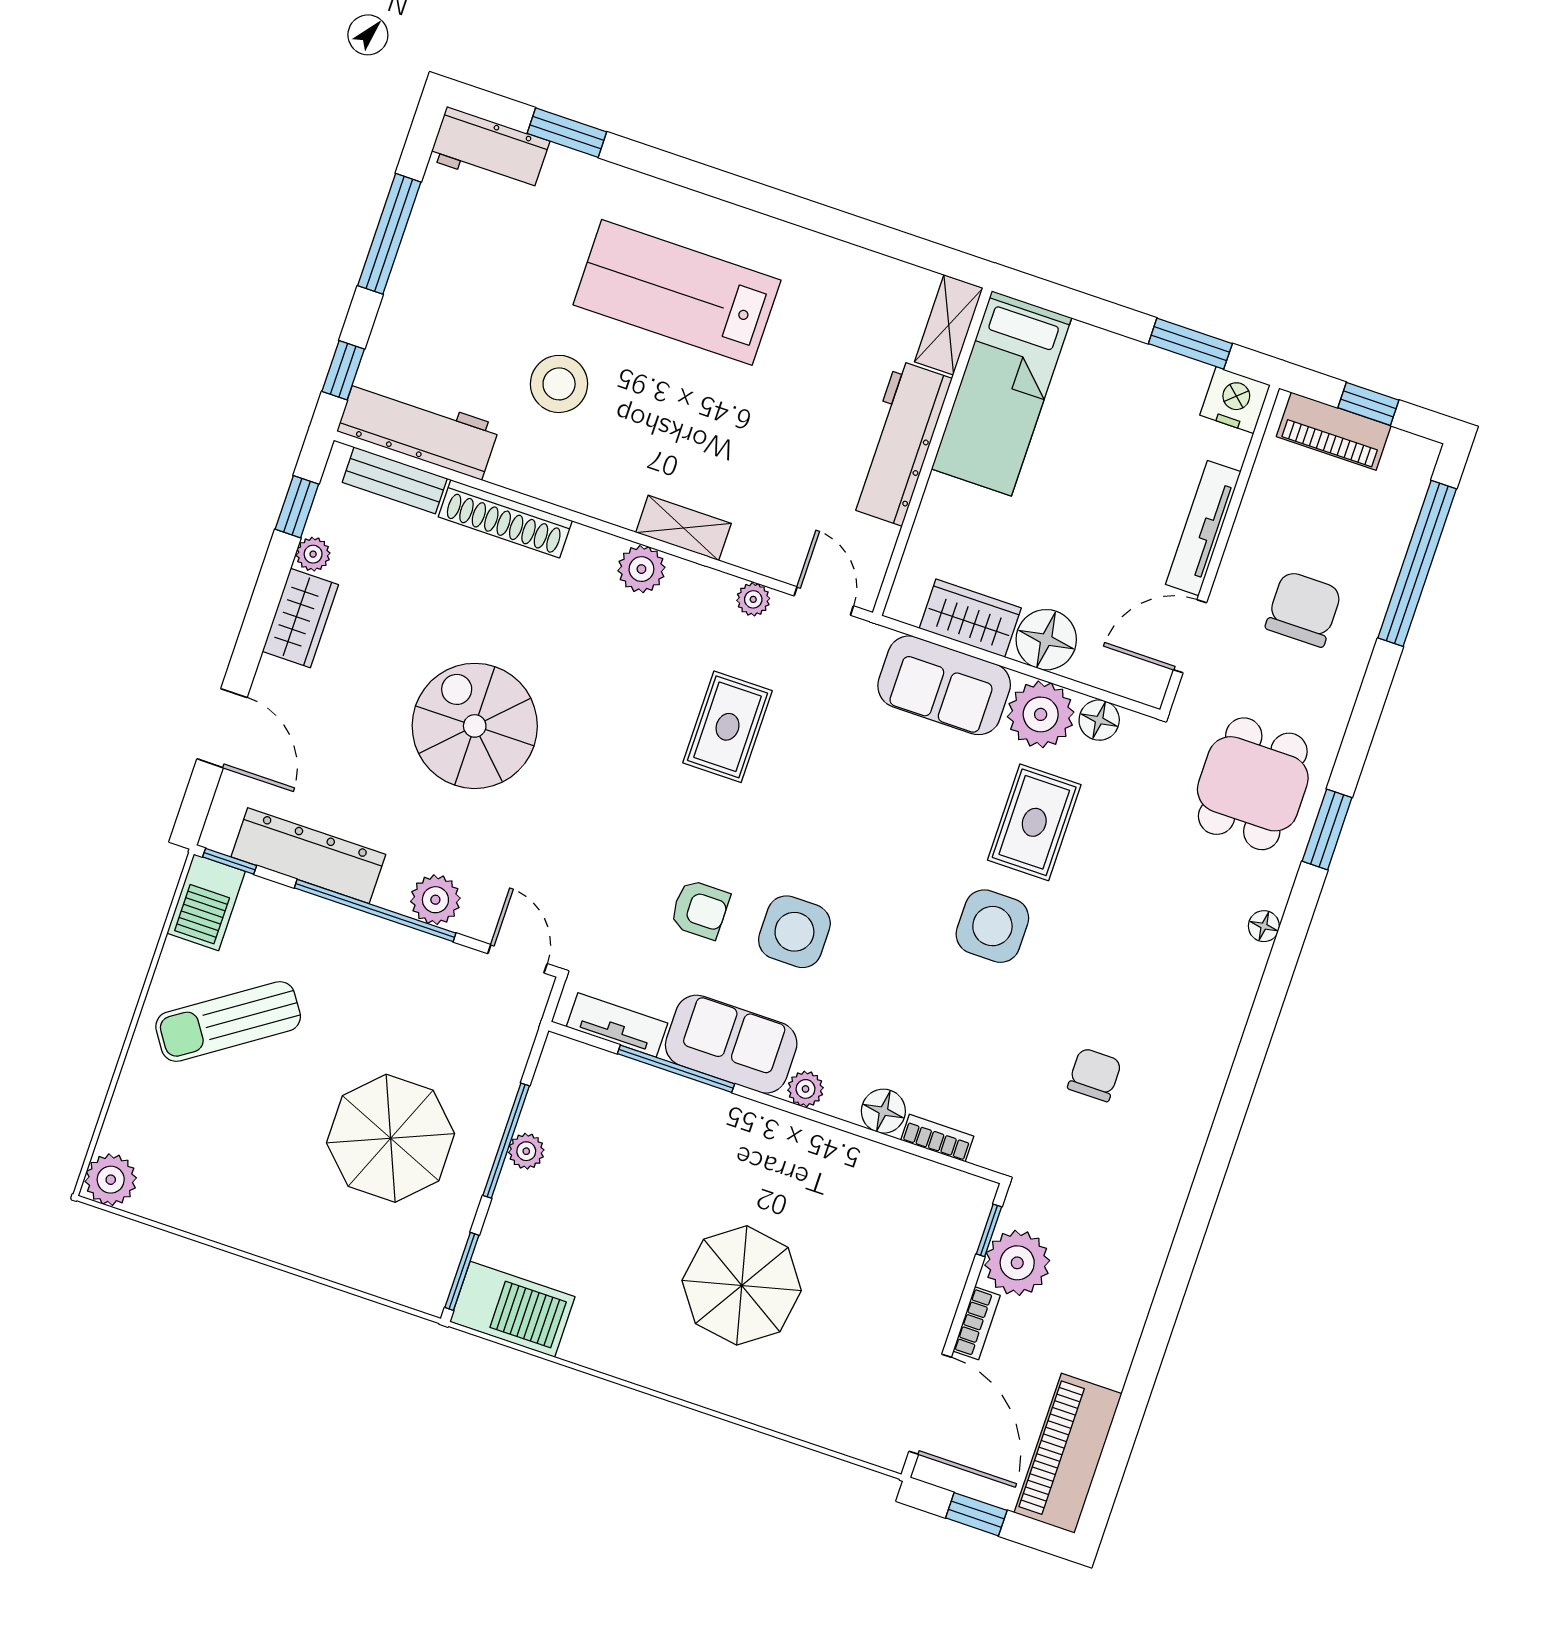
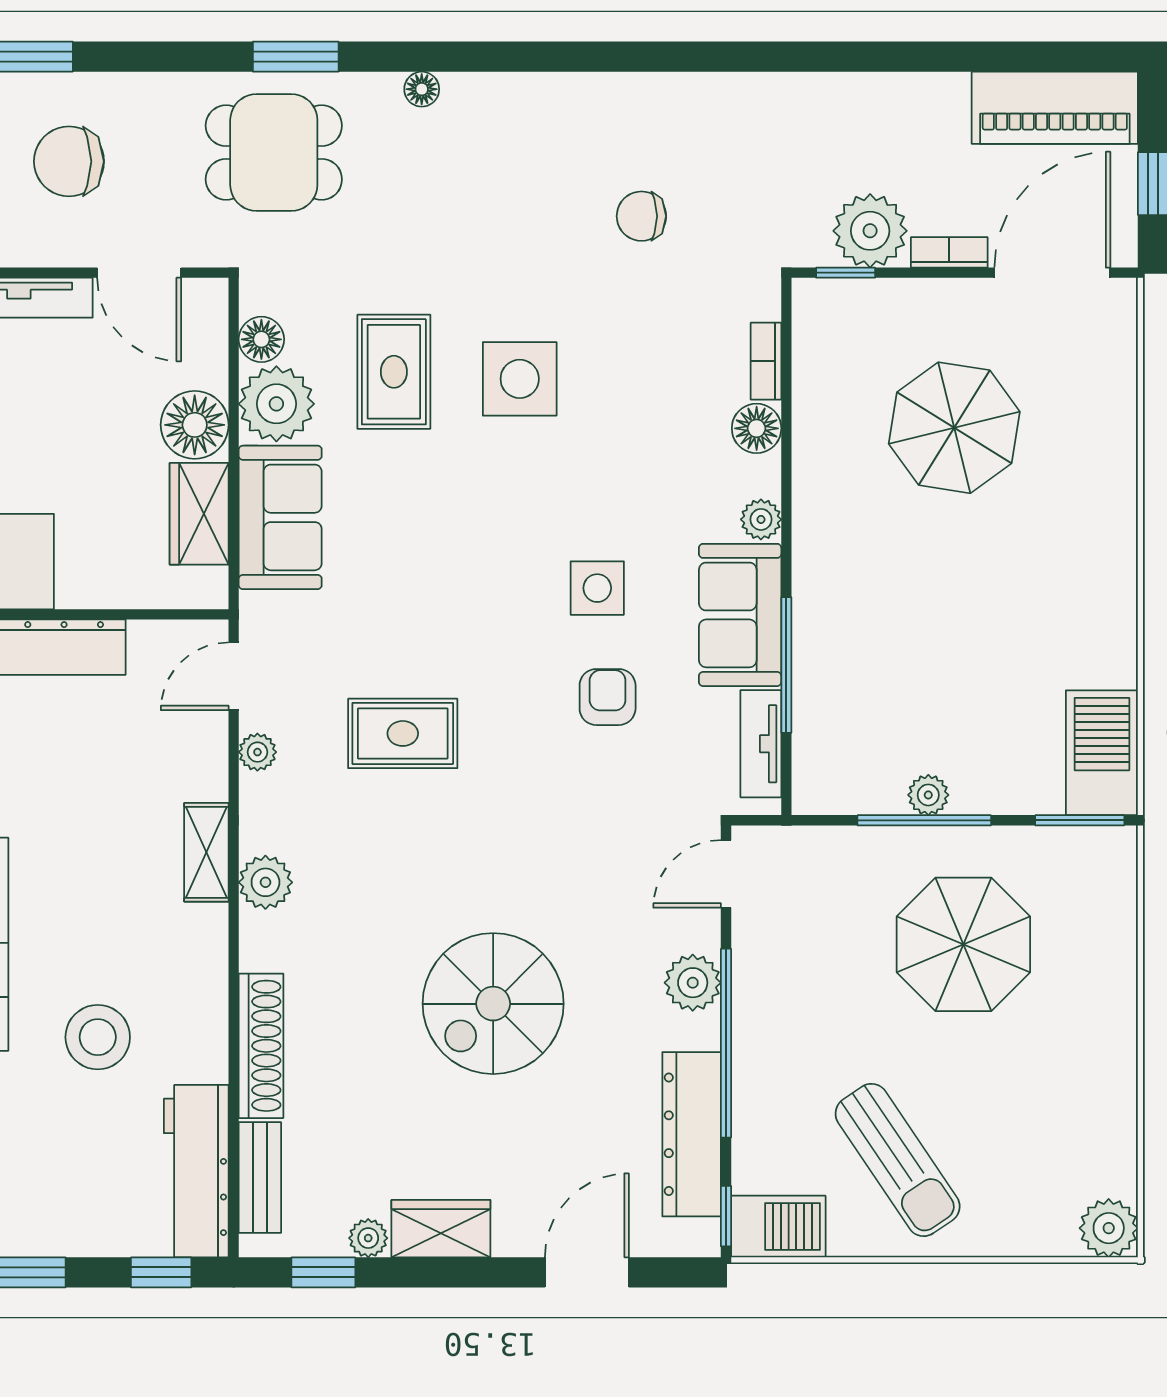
rug: (1034, 822) -> (394, 372), turned 90
side table: (794, 932) -> (597, 588), width x0.73, depth x0.73
parasol: (742, 1285) -> (954, 428), moved

